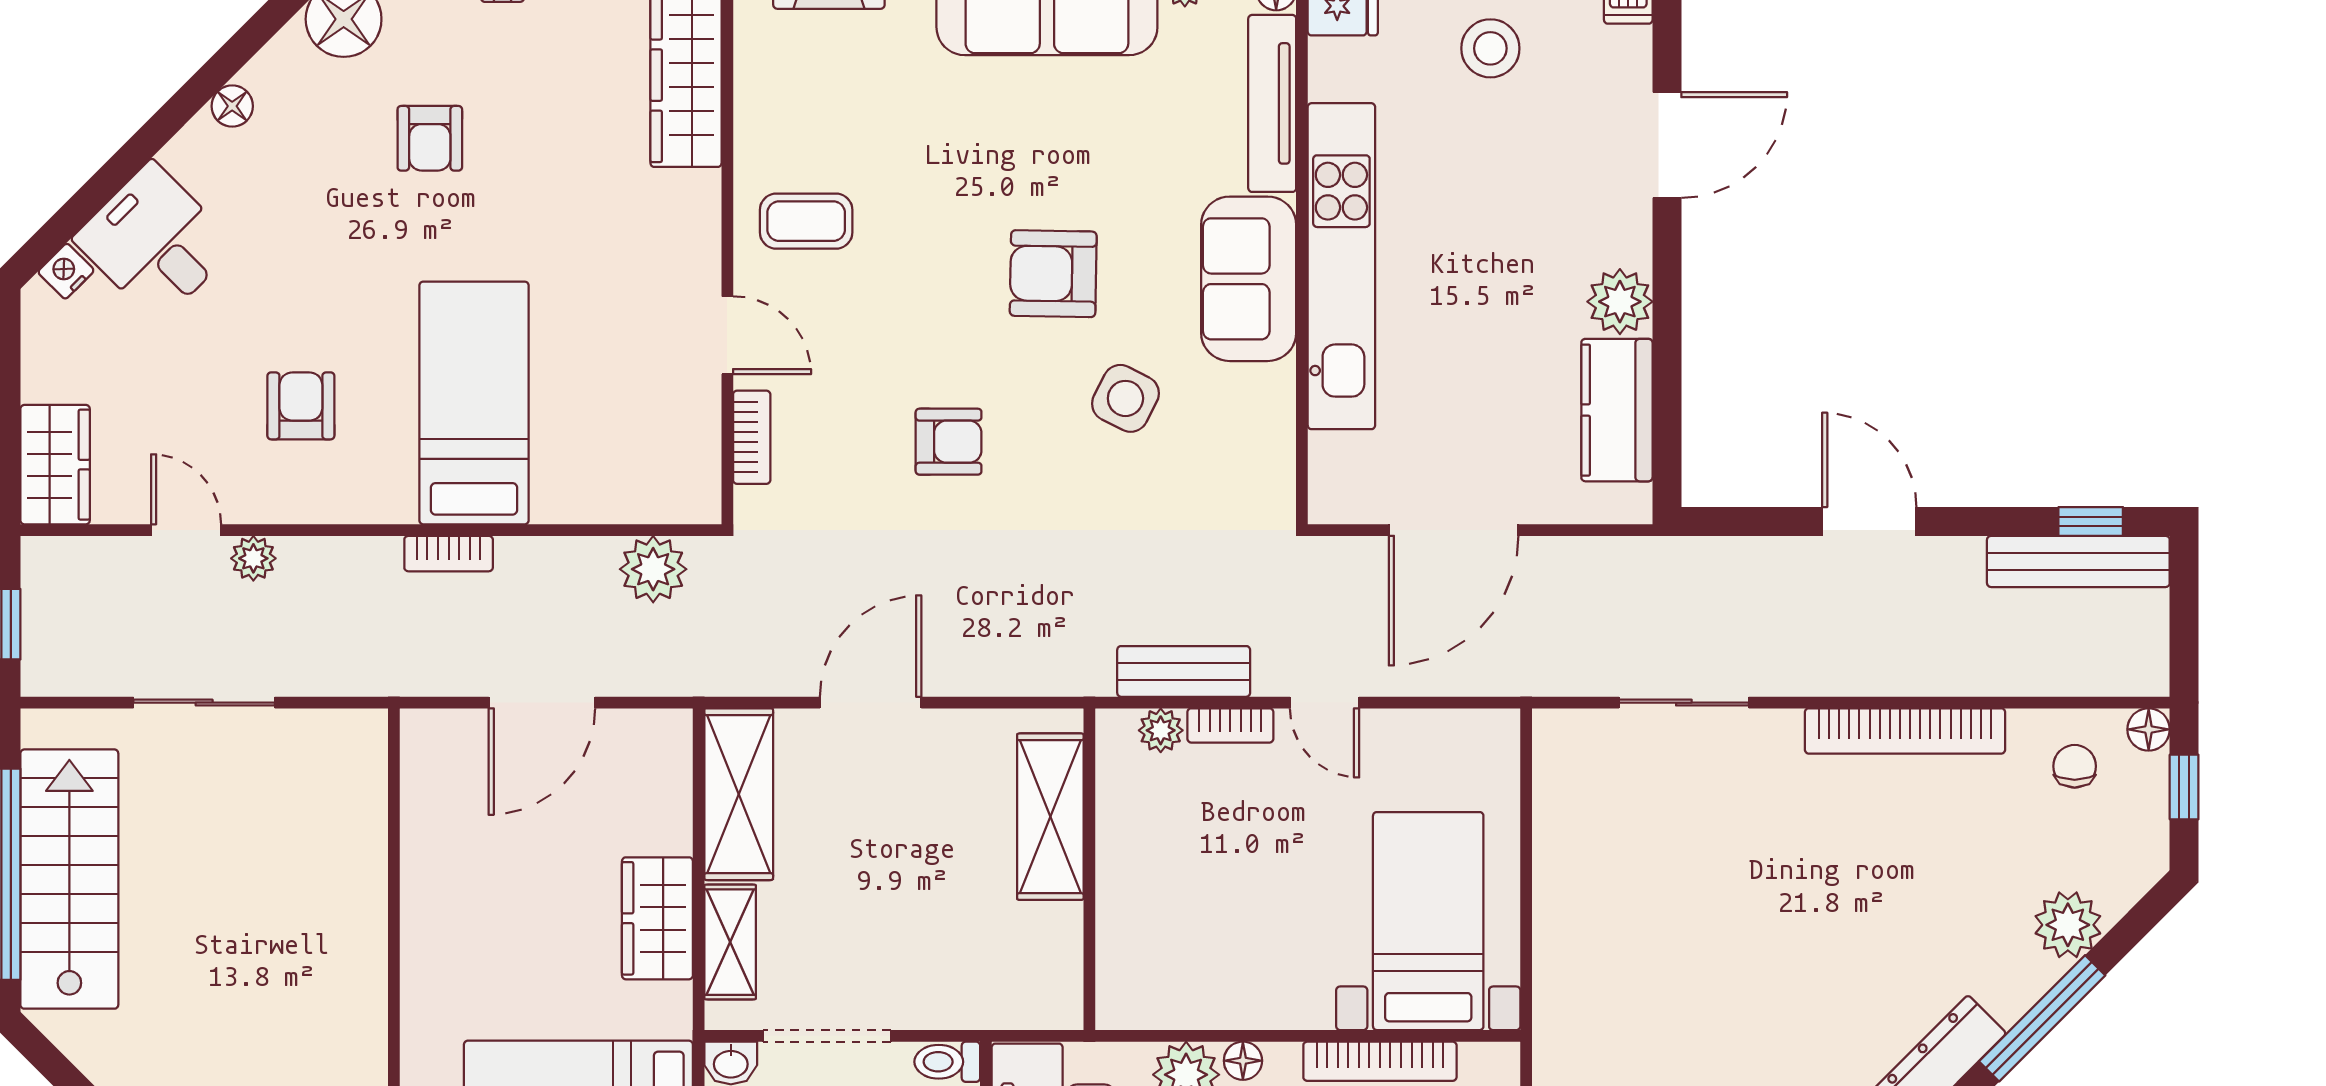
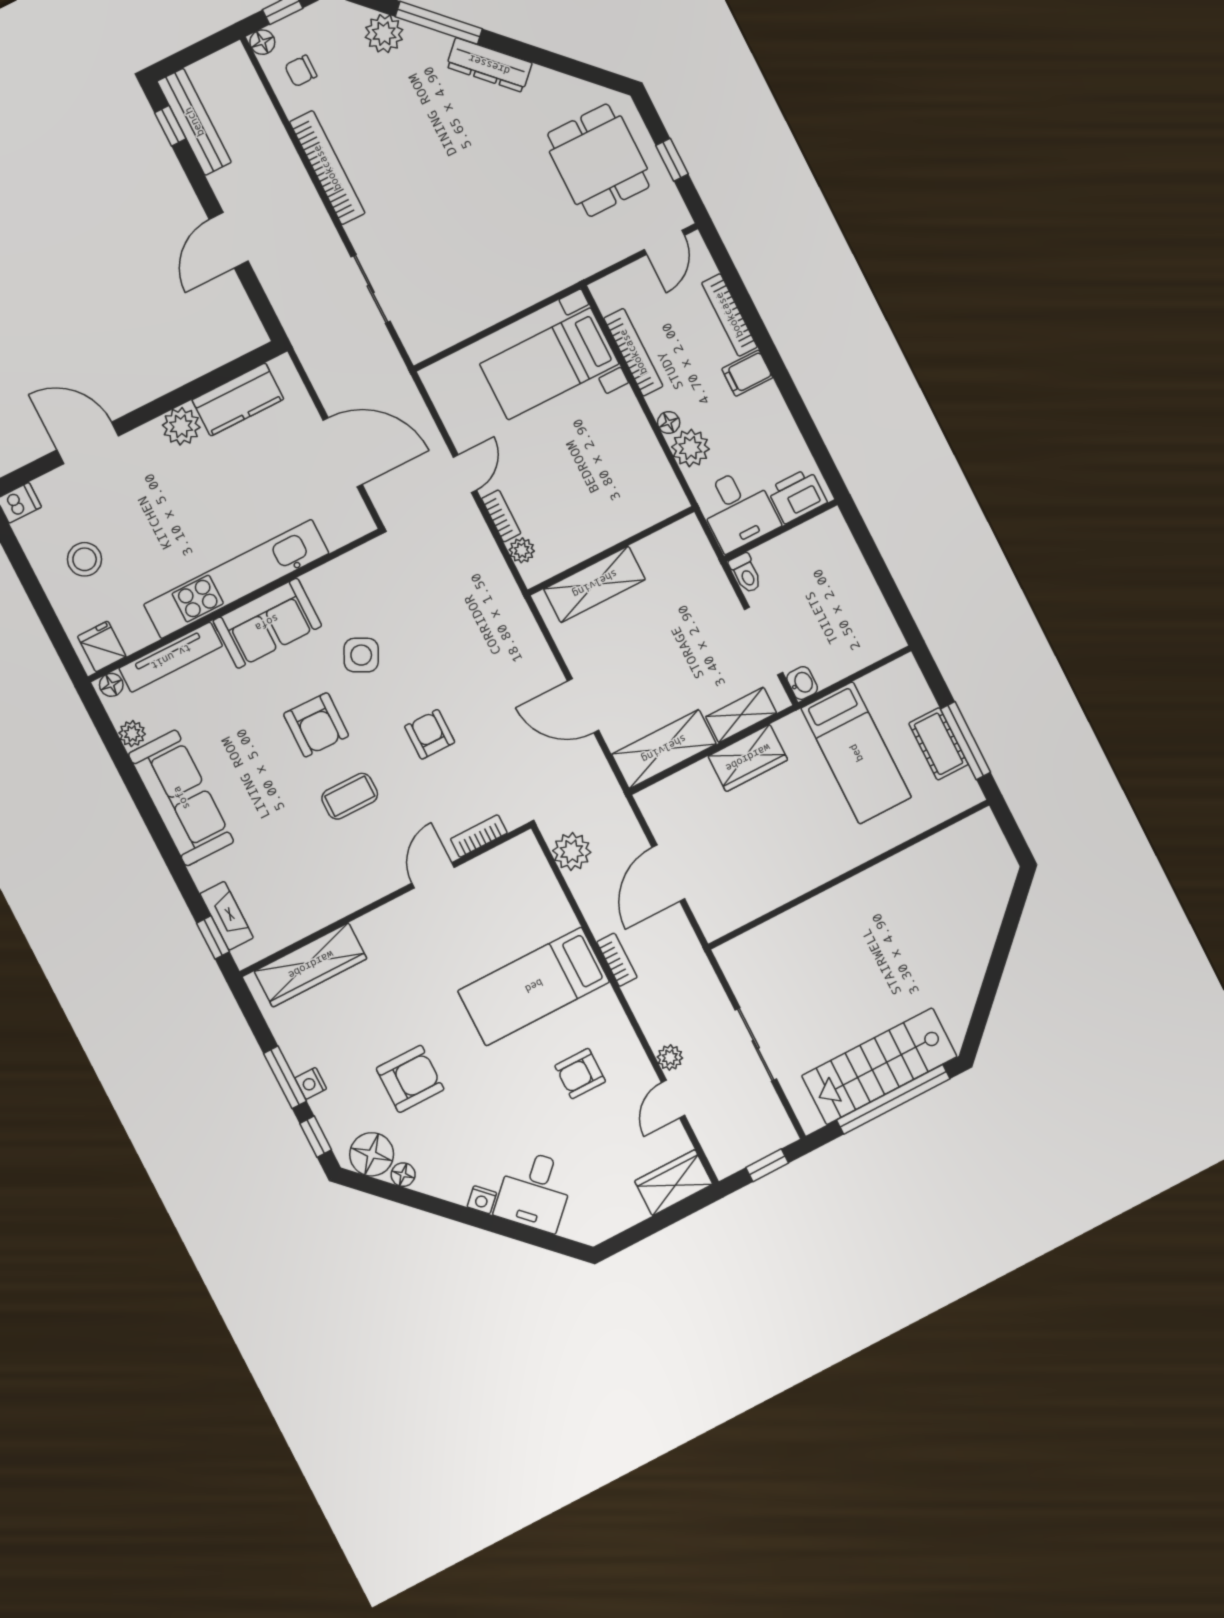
floor lamp: (232, 106) -> (403, 1175), moved
armchair: (430, 138) -> (410, 1079), width x1.38, depth x1.38
coffee table: (806, 221) -> (350, 796), moved, turned 90
nightstand: (66, 271) -> (482, 1200), moved
bench: (1184, 671) -> (486, 554), removed
door: (542, 703) -> (668, 873), swing flipped

